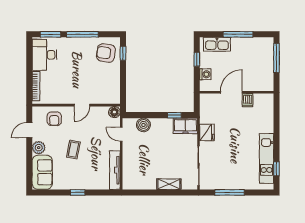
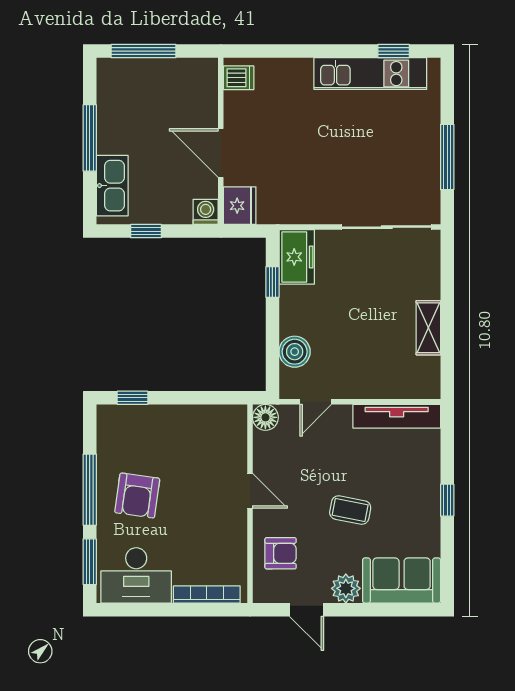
armchair: (106, 53) -> (137, 495), moved
washing machine: (205, 74) -> (206, 212), moved
dishwasher: (248, 100) -> (239, 78), moved
fridge: (207, 132) -> (240, 206), moved, turned 90
shelving: (169, 184) -> (428, 328), moved

